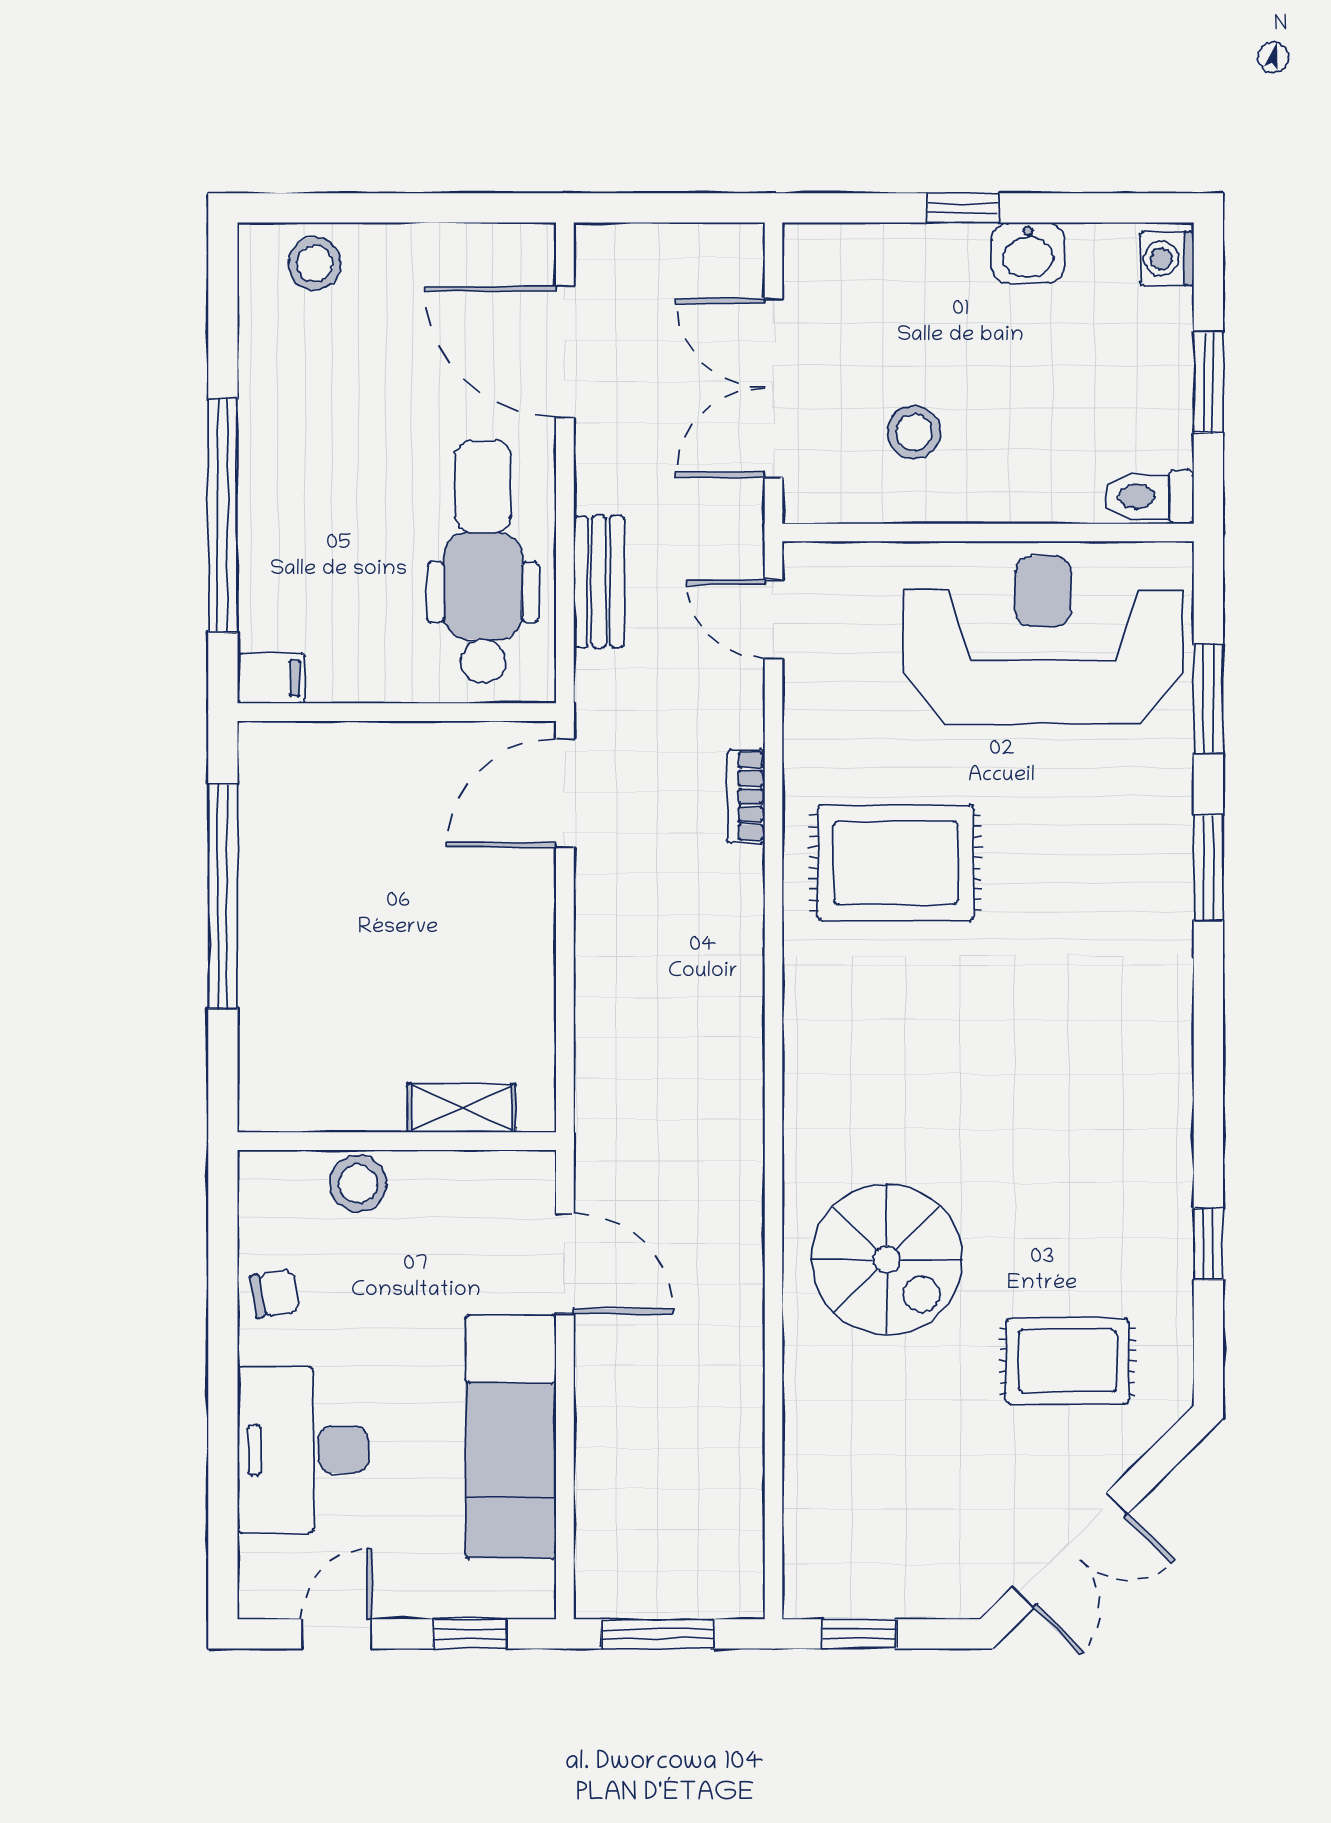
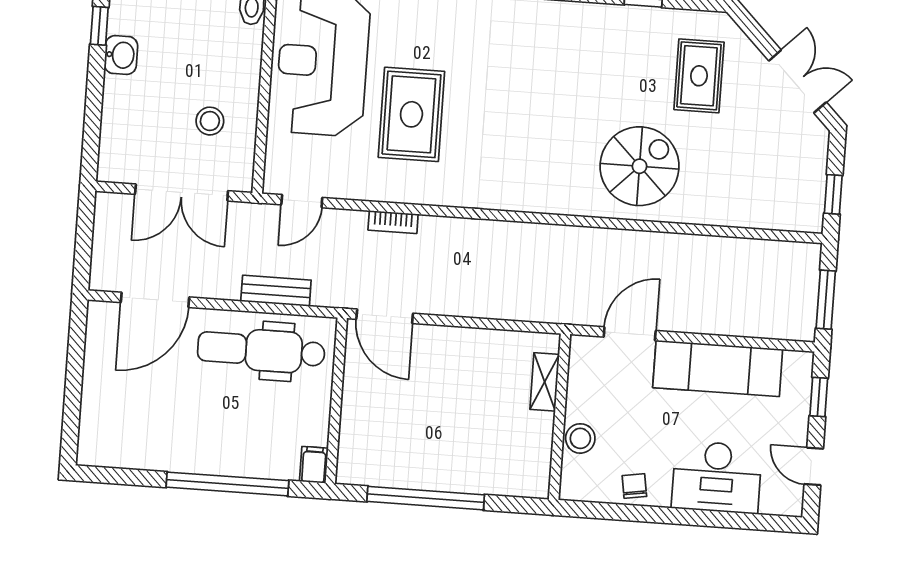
window: (963, 208) -> (99, 26), moved
stool: (315, 264) -> (100, 427), removed
rug: (896, 863) -> (411, 114), moved

